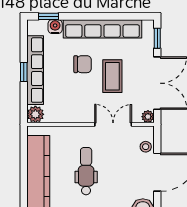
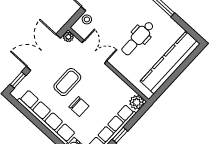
chair: (83, 64) -> (79, 106), turned 180
double door: (113, 124) -> (94, 52), swing flipped

